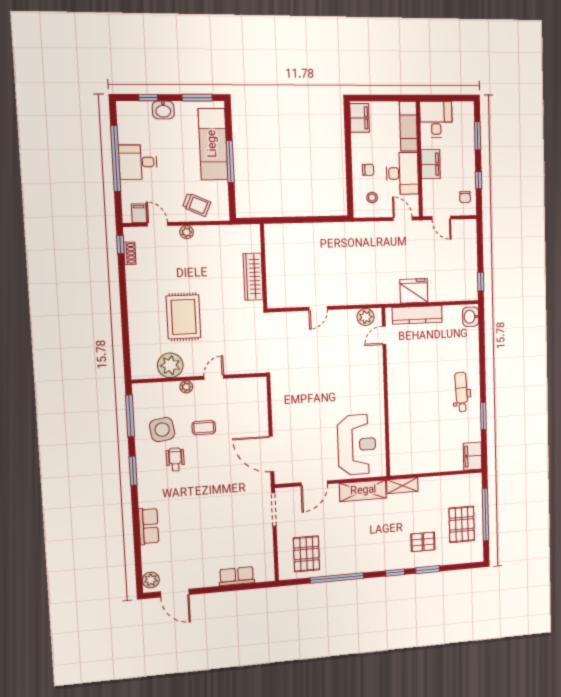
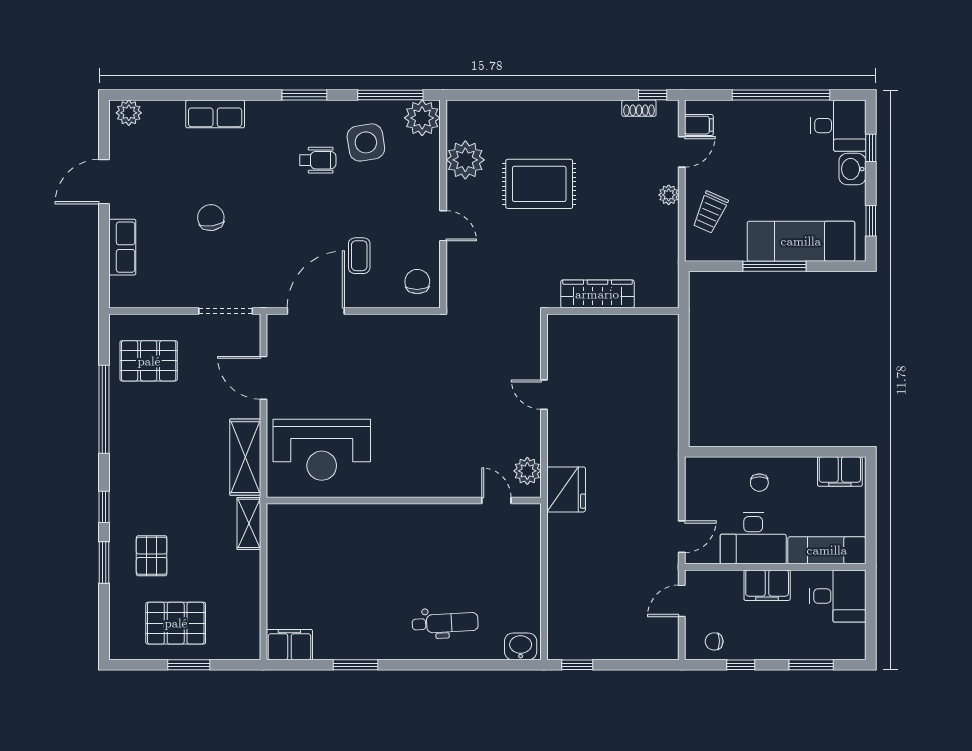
window: (197, 98) -> (871, 221), width x0.67
desk: (138, 162) -> (838, 126), moved, turned 90
stool: (372, 198) -> (716, 488), removed
fridge: (414, 291) -> (566, 489), moved
kitchen counter: (417, 315) -> (527, 556), removed
plant: (186, 387) -> (422, 118), moved, width x1.87, depth x1.87
chair: (250, 392) -> (417, 282), added
dental chair: (461, 392) -> (445, 623), moved
coffee table: (204, 428) -> (359, 256), moved
window: (485, 515) -> (189, 665), width x0.47
chair: (216, 523) -> (211, 218), added
door: (175, 593) -> (104, 182), moved

